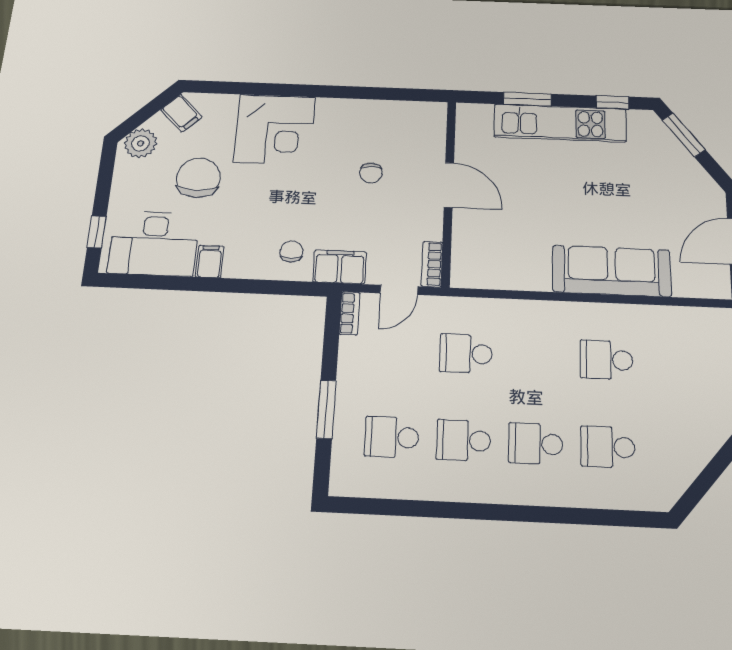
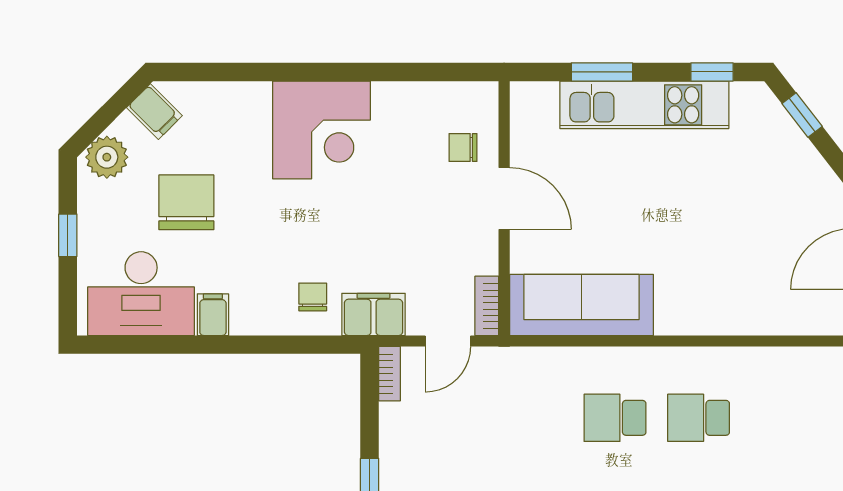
corner desk: (275, 129) -> (321, 130), moved
window: (684, 135) -> (802, 115), width x0.67
chair: (371, 173) -> (463, 147), moved, turned 90
window: (97, 232) -> (68, 235), moved
sofa: (612, 271) -> (581, 305), moved
school desk: (466, 354) -> (615, 418), moved

